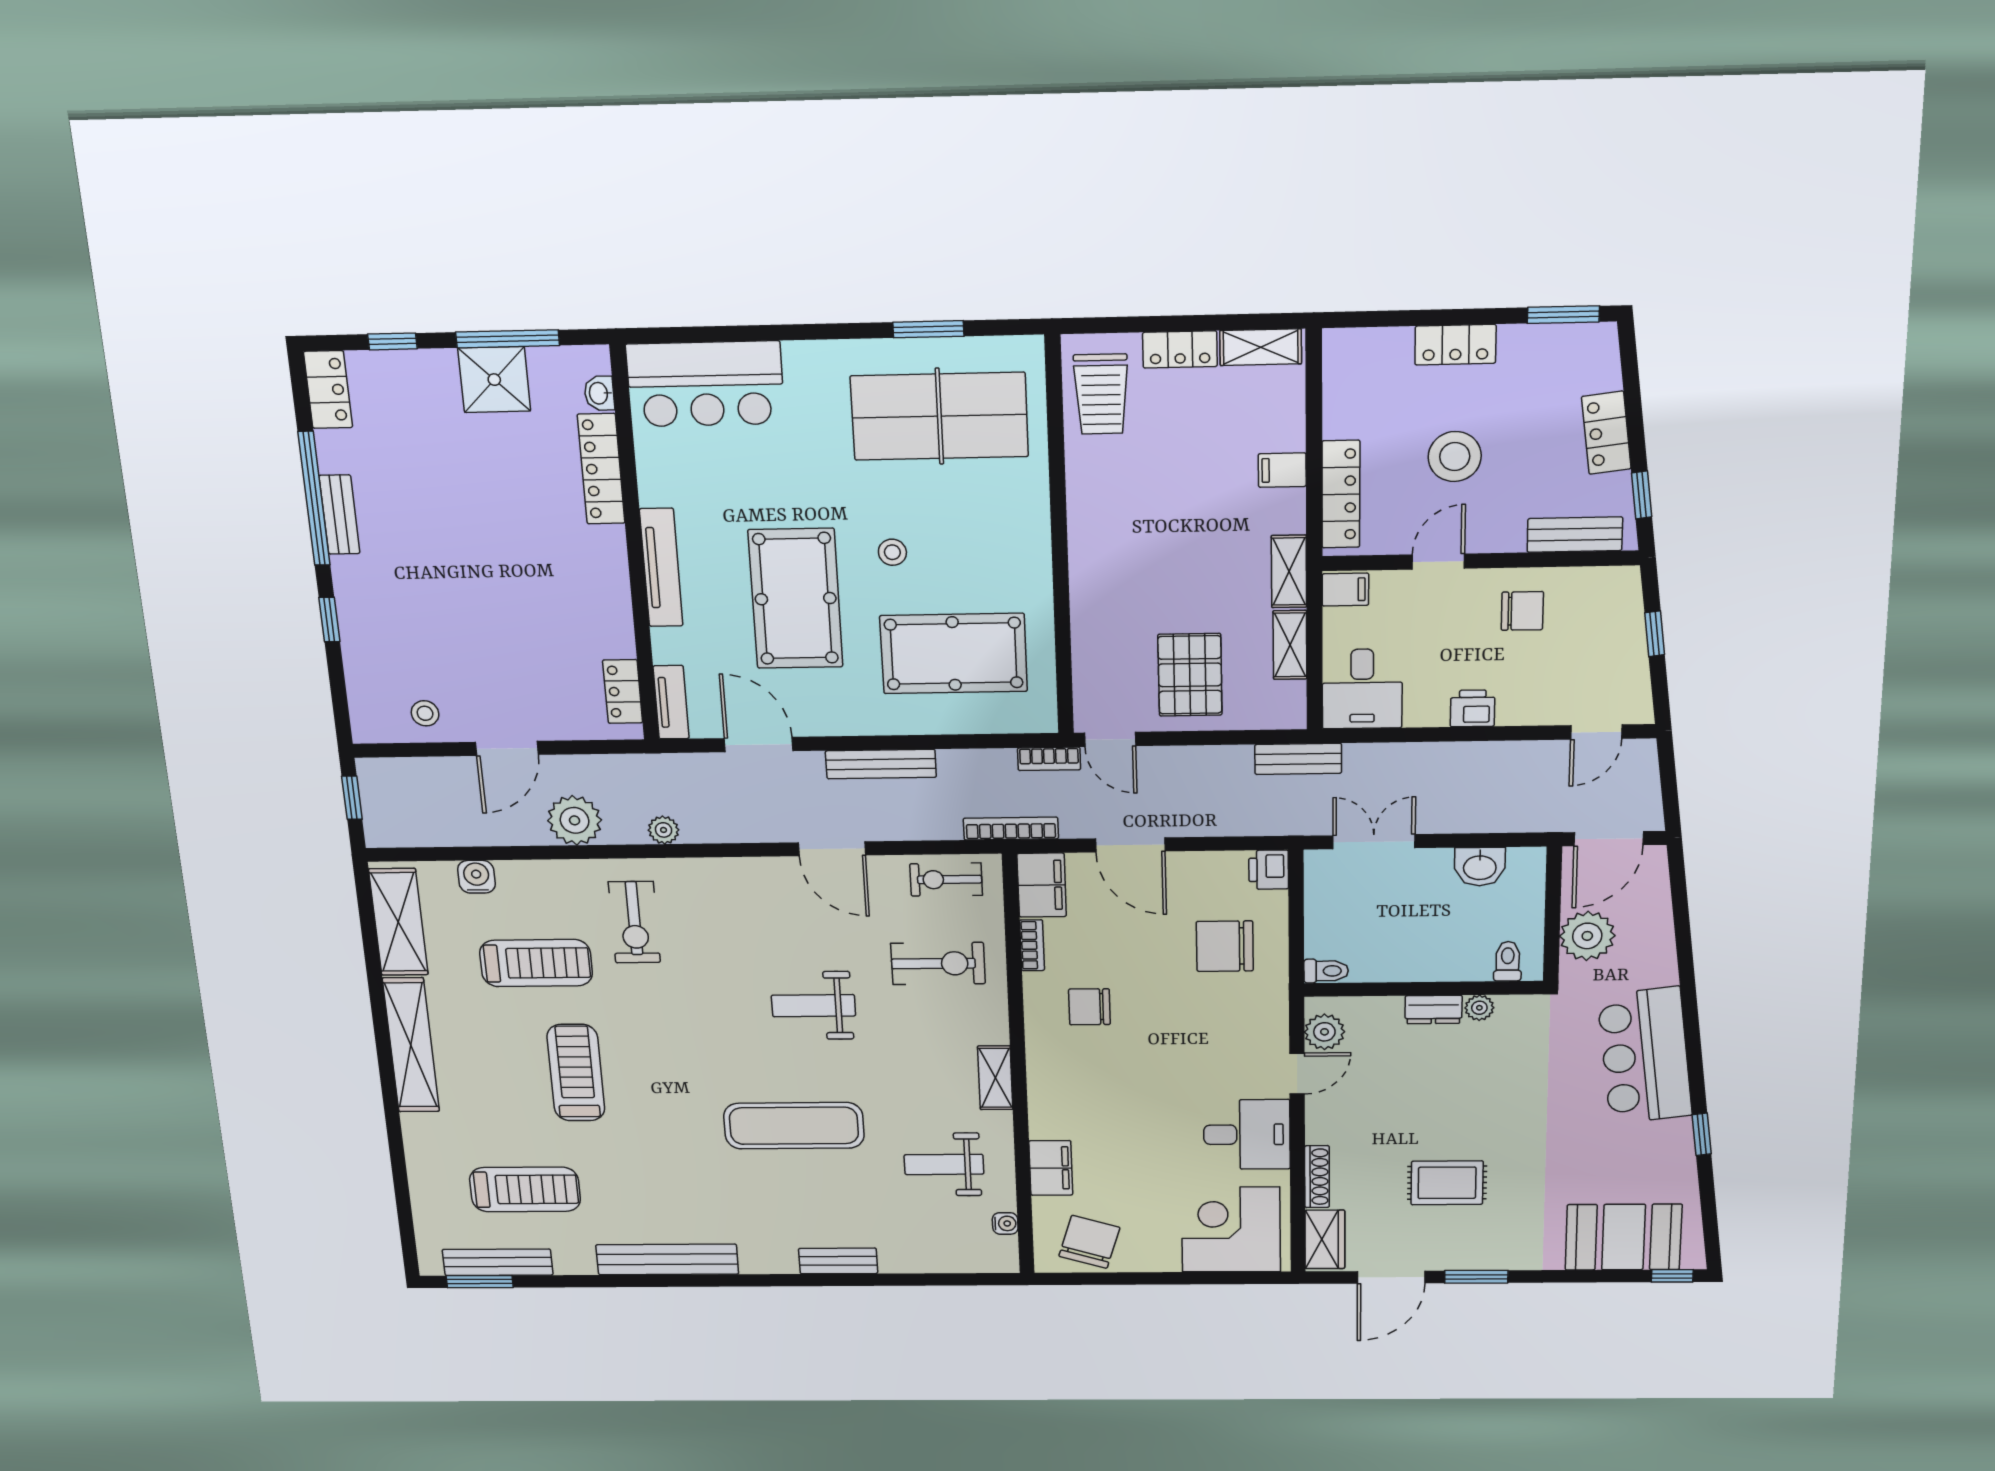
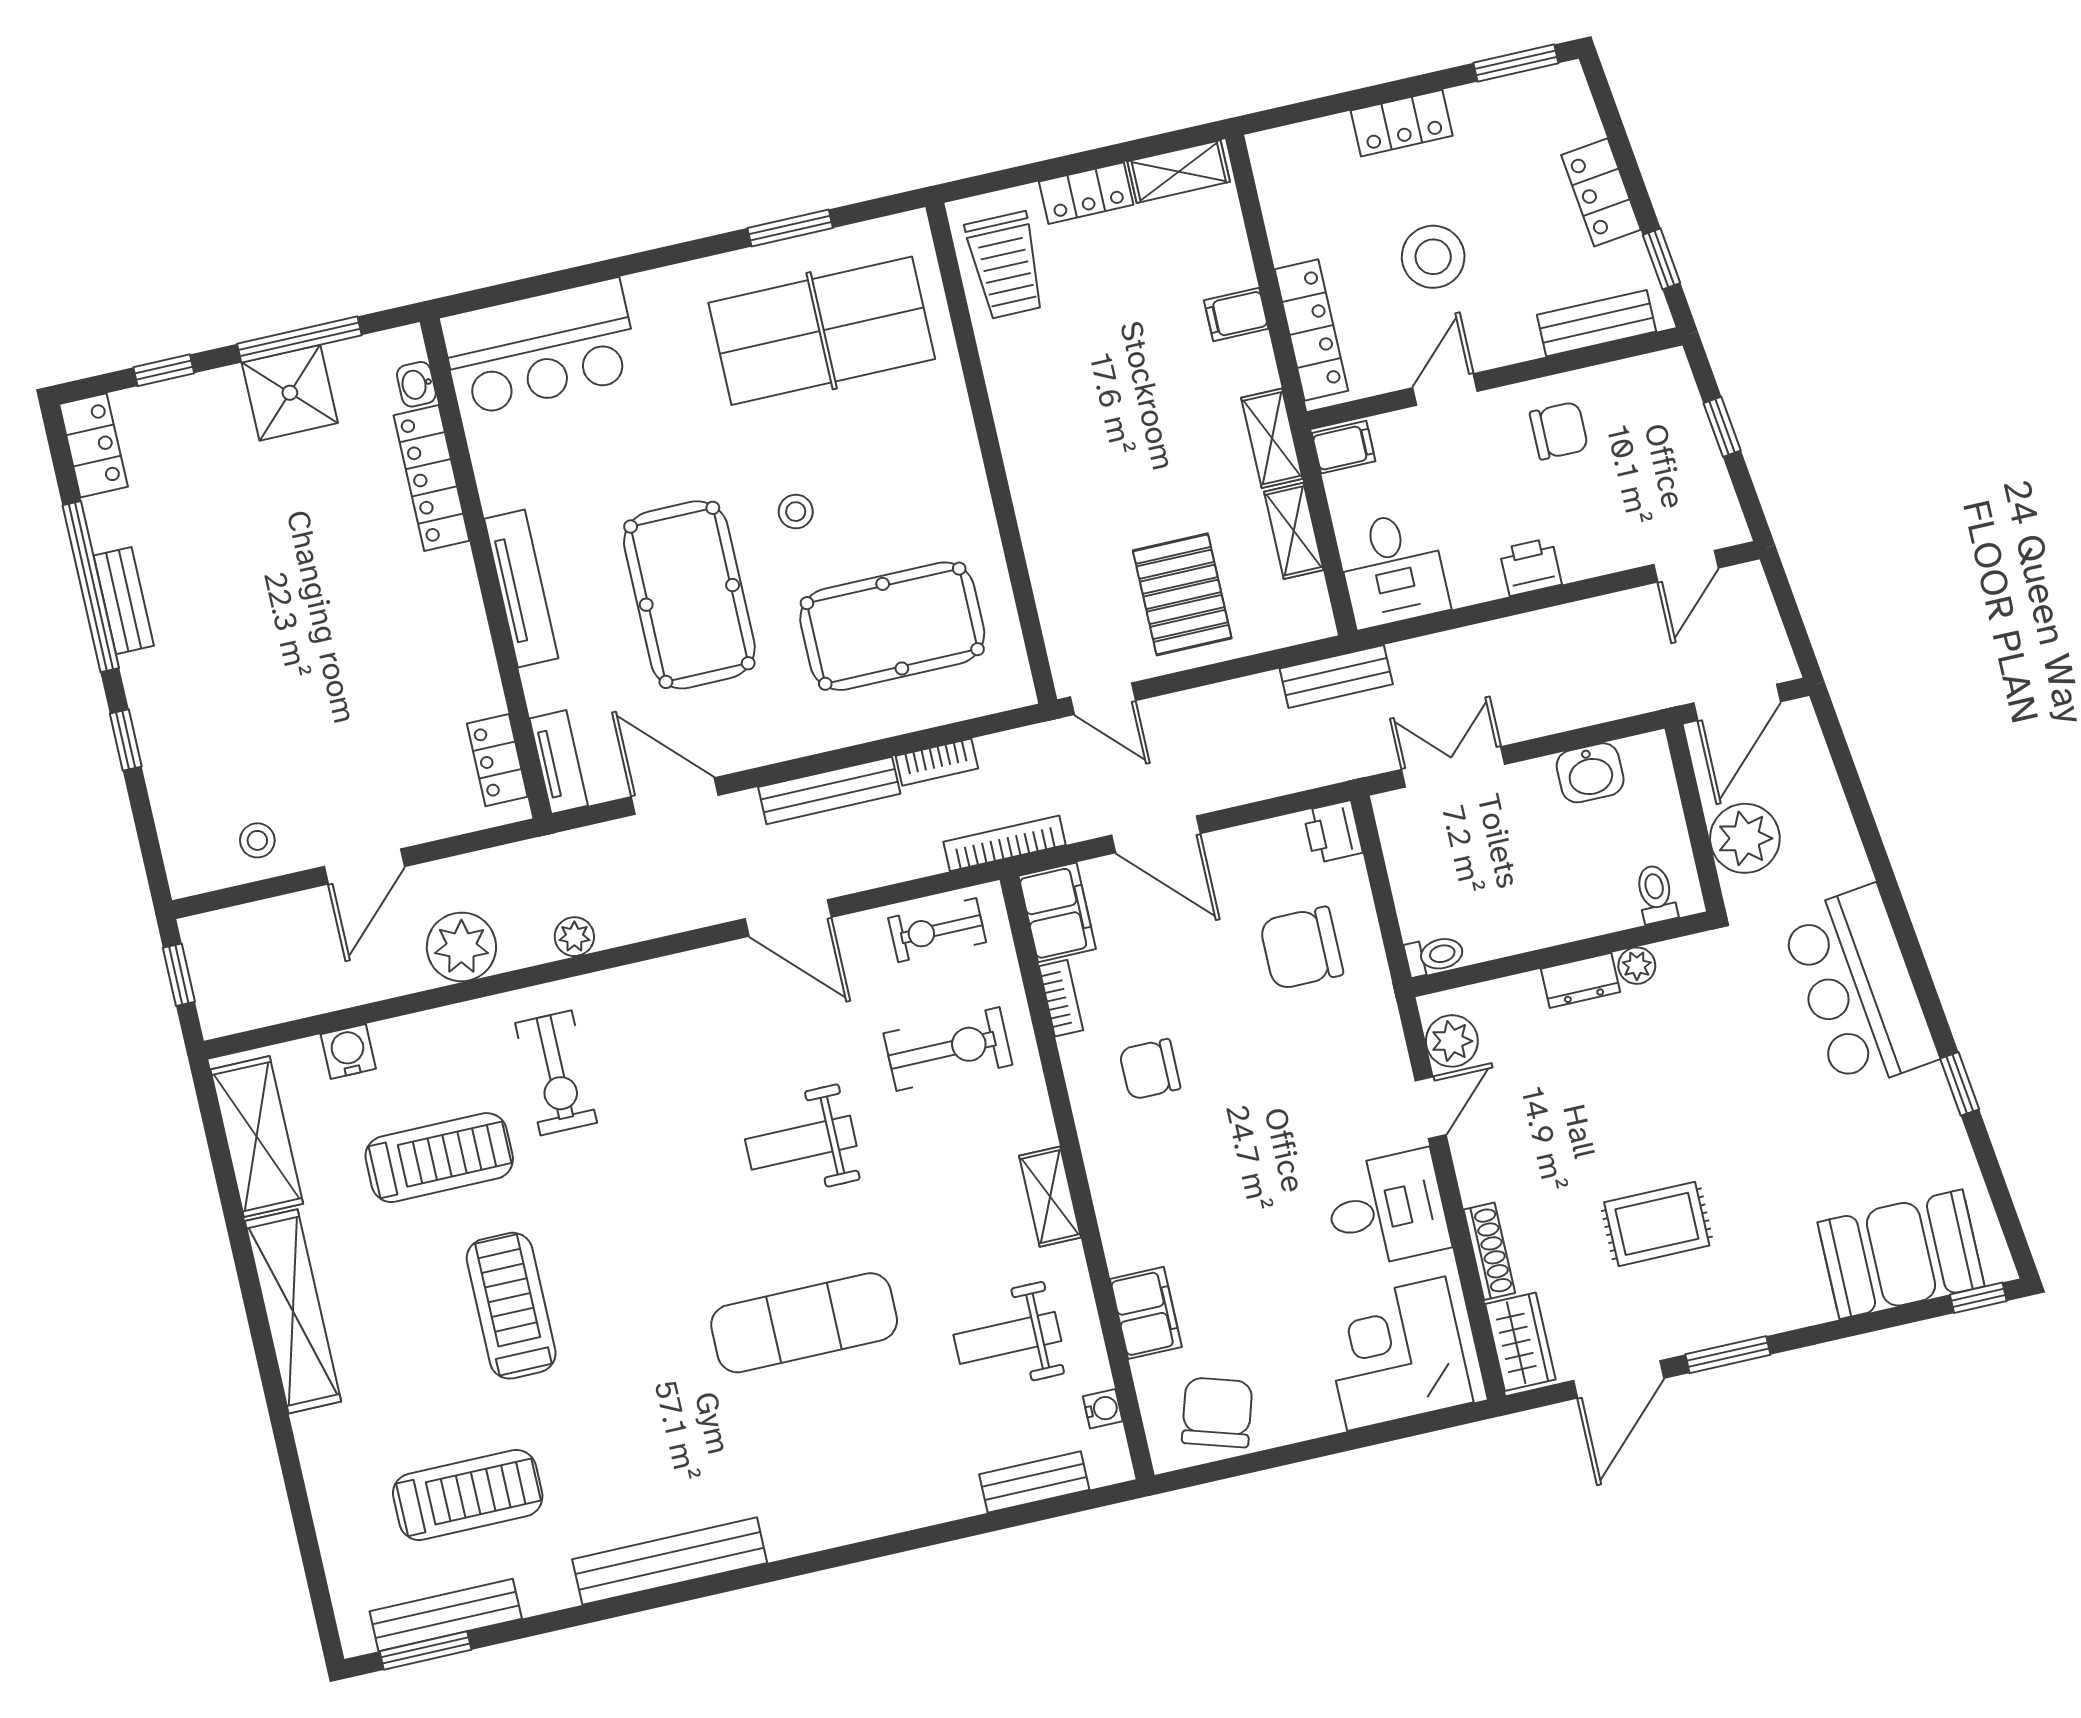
bookcase: (1049, 759) -> (937, 762), moved
bench: (838, 1261) -> (1034, 1482), moved

